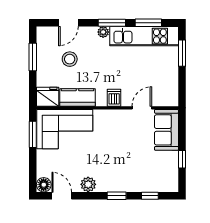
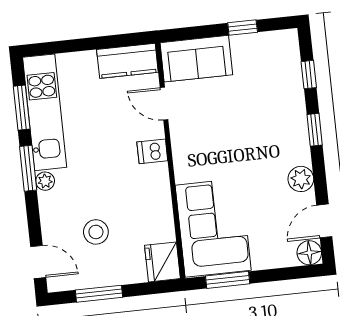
door: (68, 23) -> (38, 262), moved
window: (182, 53) -> (66, 46), removed
kitchen counter: (77, 97) -> (127, 61), moved, turned -90

